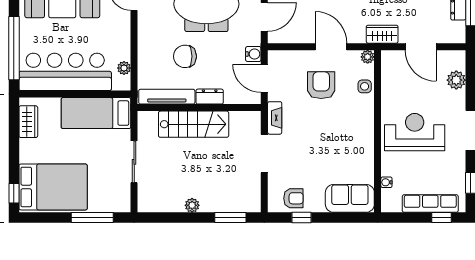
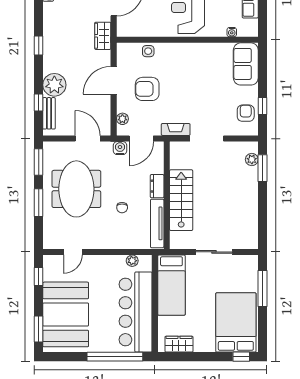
chair: (185, 56) -> (122, 208), width x0.54, depth x0.54
plant: (368, 57) -> (122, 119), moved
plant: (192, 205) -> (252, 159), moved

